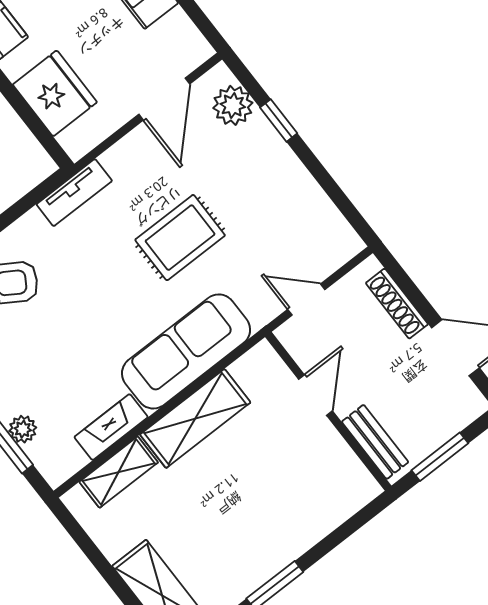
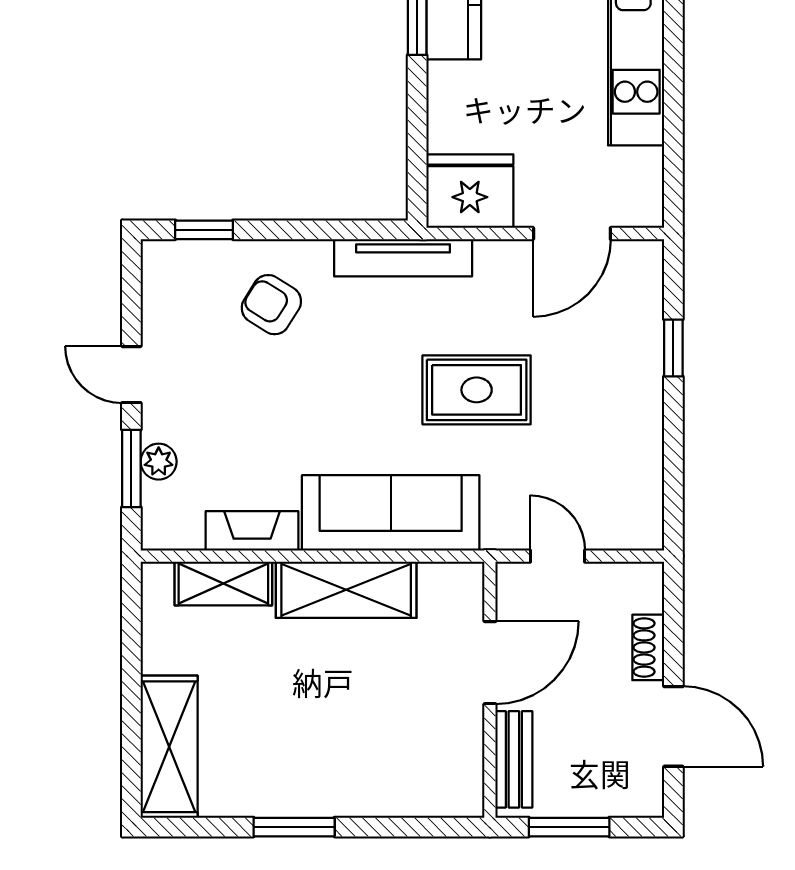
fridge: (55, 93) -> (470, 191), moved, turned -90
plant: (233, 105) -> (638, 295), removed
tv unit: (74, 193) -> (403, 258), width x1.41
shoe rack: (397, 304) -> (648, 647), width x0.70
door: (316, 395) -> (490, 663), width x1.38

